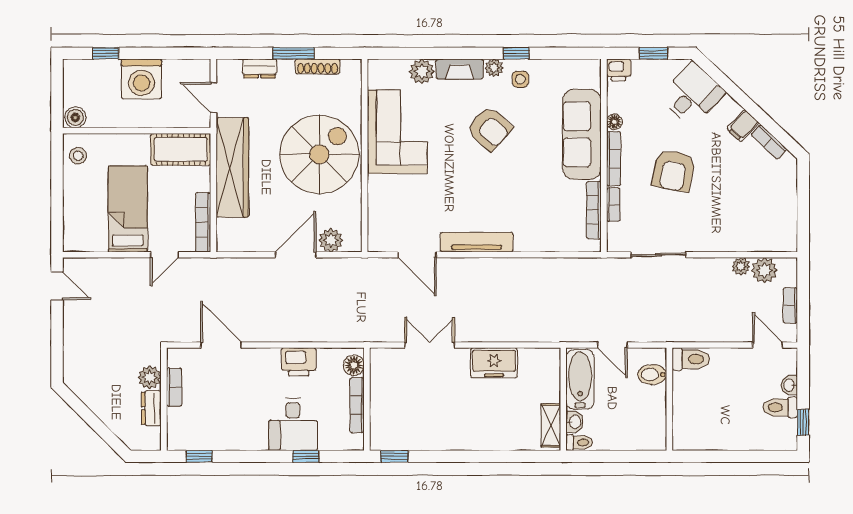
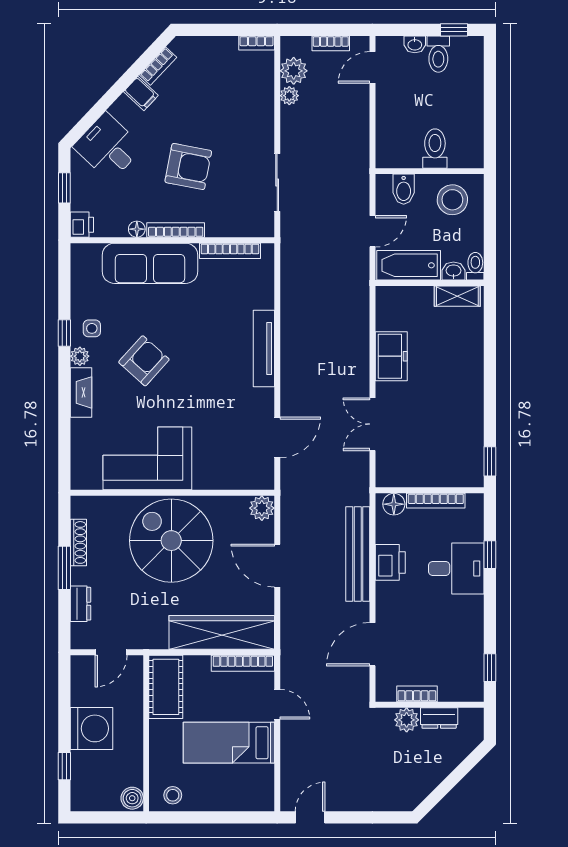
plant: (422, 72) -> (84, 433), removed
wardrobe: (232, 167) -> (222, 632), moved
bookcase: (613, 205) -> (257, 43), moved, turned 180
plant: (331, 240) -> (262, 508), moved
tv unit: (477, 242) -> (264, 349), moved
bench: (307, 331) -> (358, 554), added
toilet: (691, 359) -> (435, 149), moved
stool: (642, 421) -> (452, 200), added

